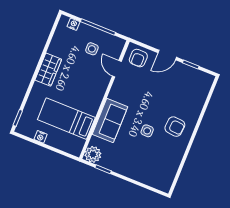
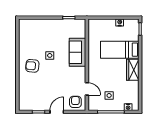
bed: (66, 119) -> (120, 50), moved, turned 180
plant: (93, 154) -> (80, 25), removed

